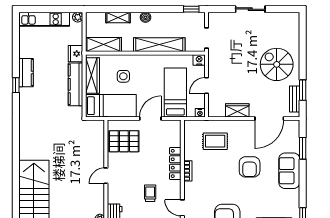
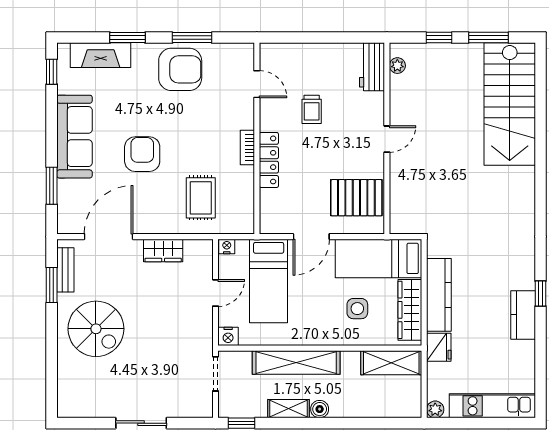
shelving: (118, 18) -> (289, 409), moved
rug: (215, 141) -> (201, 198), turned 90
sofa: (289, 171) -> (74, 137), width x1.36

